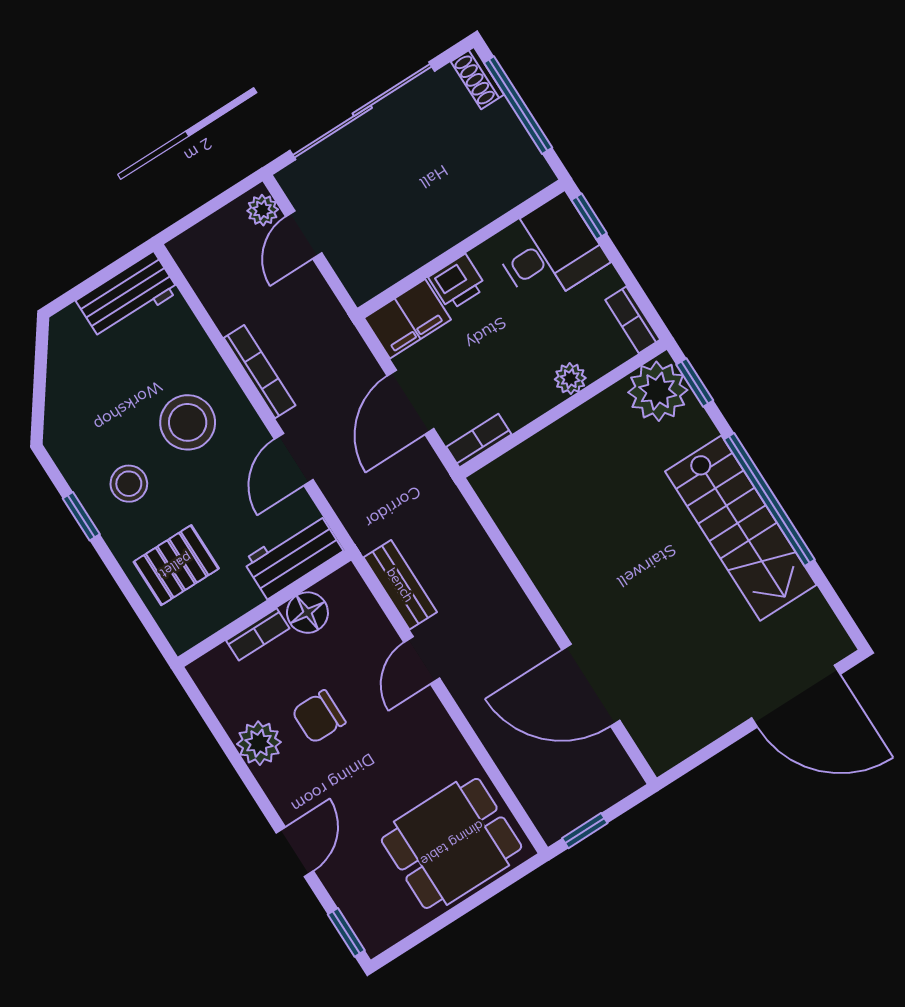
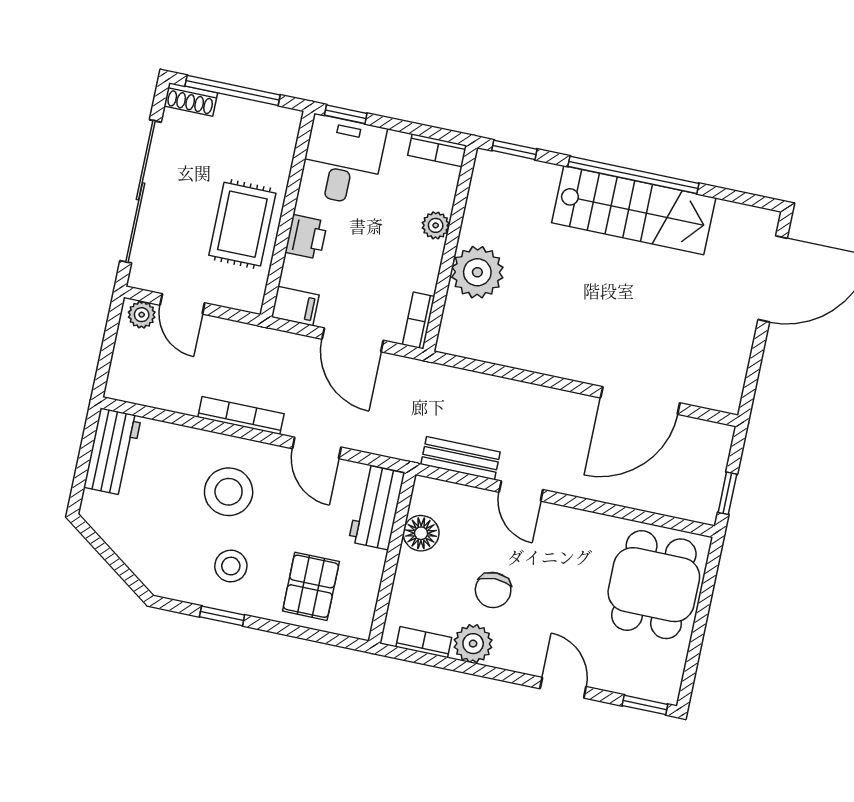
rug: (417, 220) -> (242, 224), added
filing cabinet: (408, 319) -> (295, 306), width x0.50
plant: (658, 391) -> (477, 272), moved
bookcase: (258, 634) -> (424, 642), moved, turned -90

